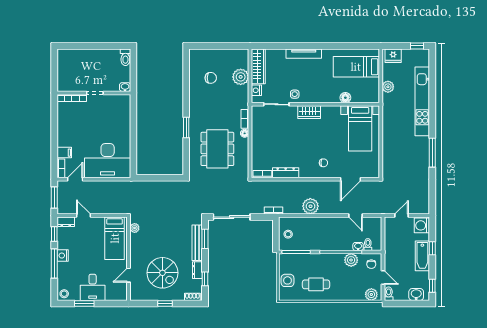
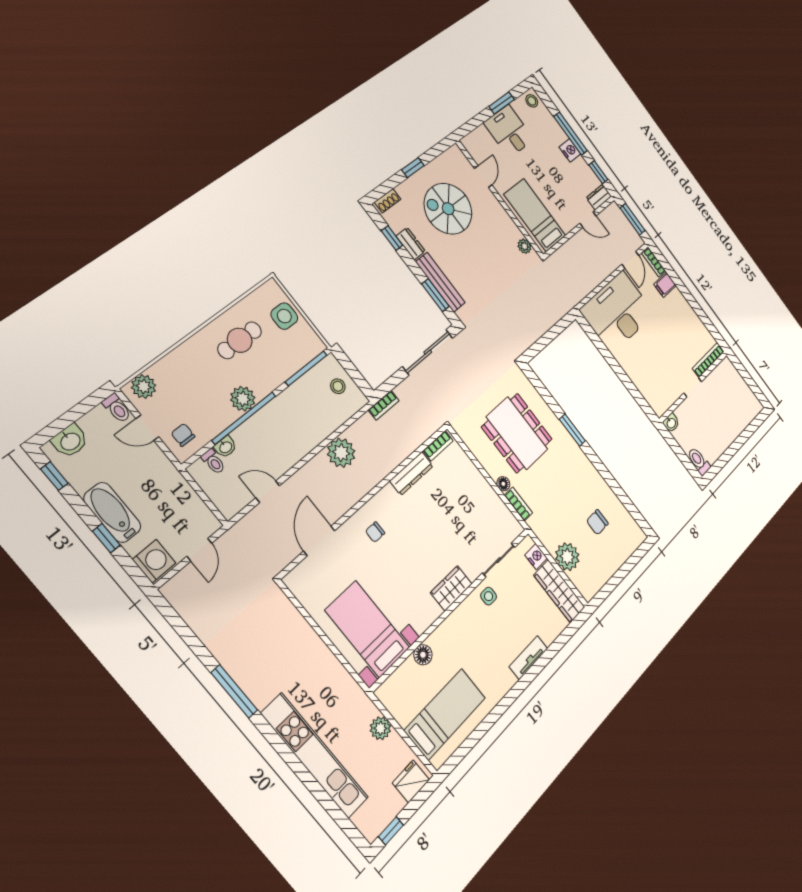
tv unit: (304, 54) -> (529, 658), width x0.71
plant: (351, 260) -> (243, 399), moved

